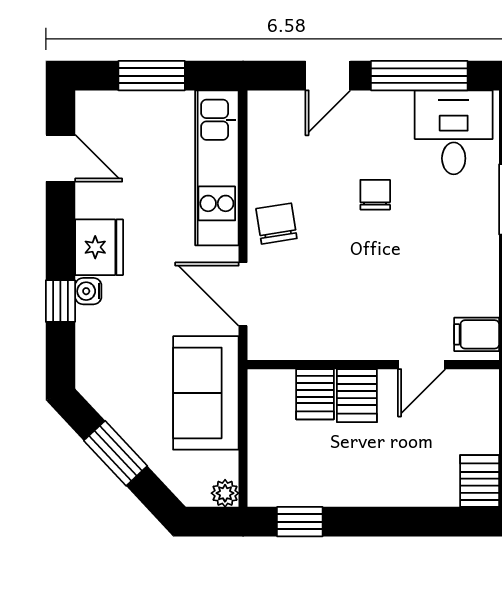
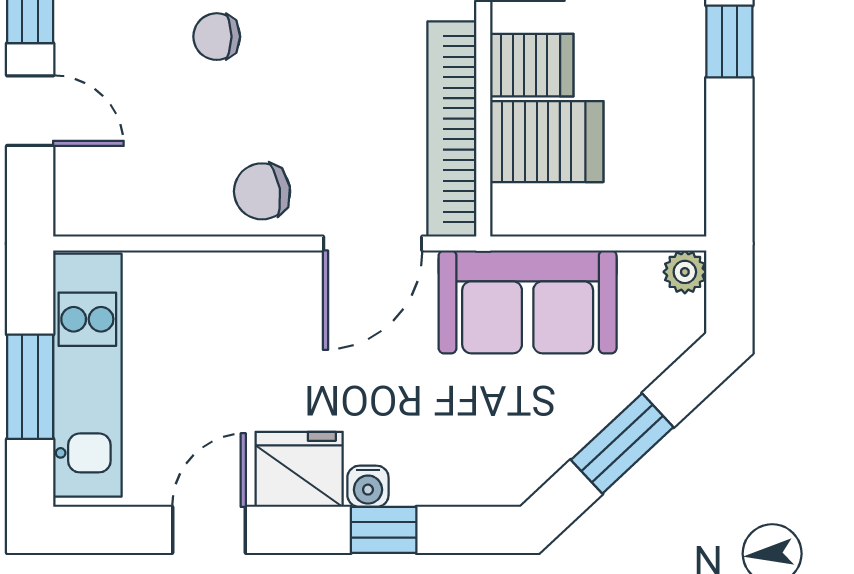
door: (60, 158) -> (209, 530), moved
kitchen unit: (217, 168) -> (87, 375), moved, turned -90
bookcase: (316, 345) -> (452, 129), added
server rack: (315, 394) -> (547, 142), width x1.36, depth x1.44
window: (300, 522) -> (729, 42), moved

